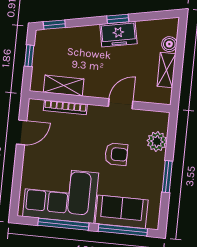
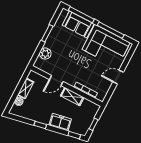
freezer: (118, 34) -> (60, 122), moved
shelving: (64, 86) -> (72, 97), moved
door: (22, 132) -> (118, 77), moved
armchair: (116, 154) -> (69, 55), removed

